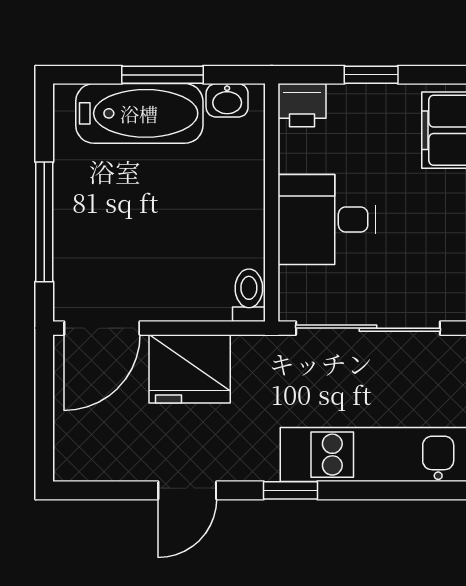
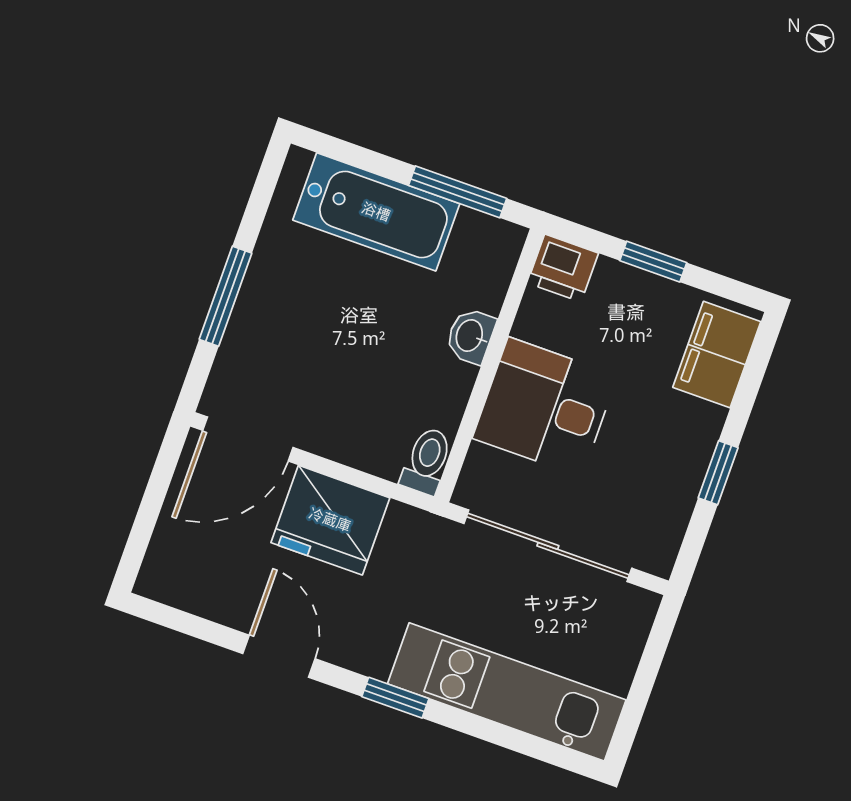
window: (163, 75) -> (458, 192), moved
washbasin: (227, 100) -> (470, 336), moved, turned 90
window: (44, 222) -> (226, 296), width x0.69
door: (187, 490) -> (279, 656), swing flipped

